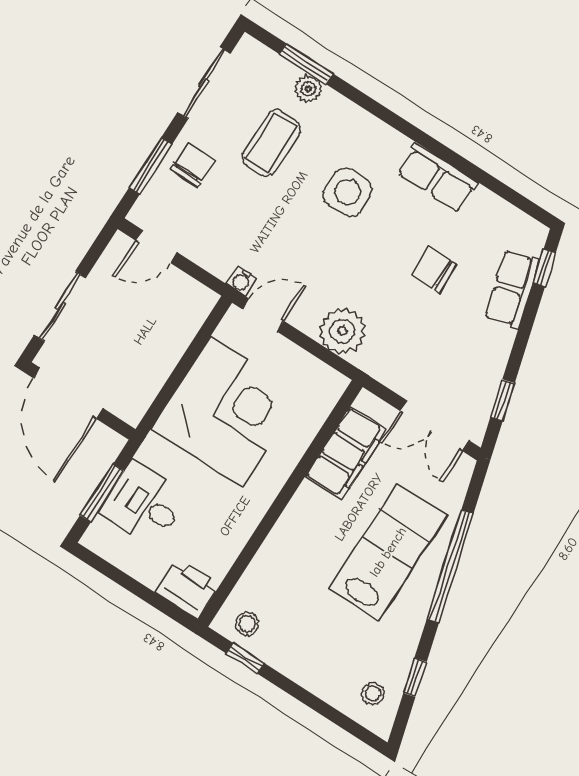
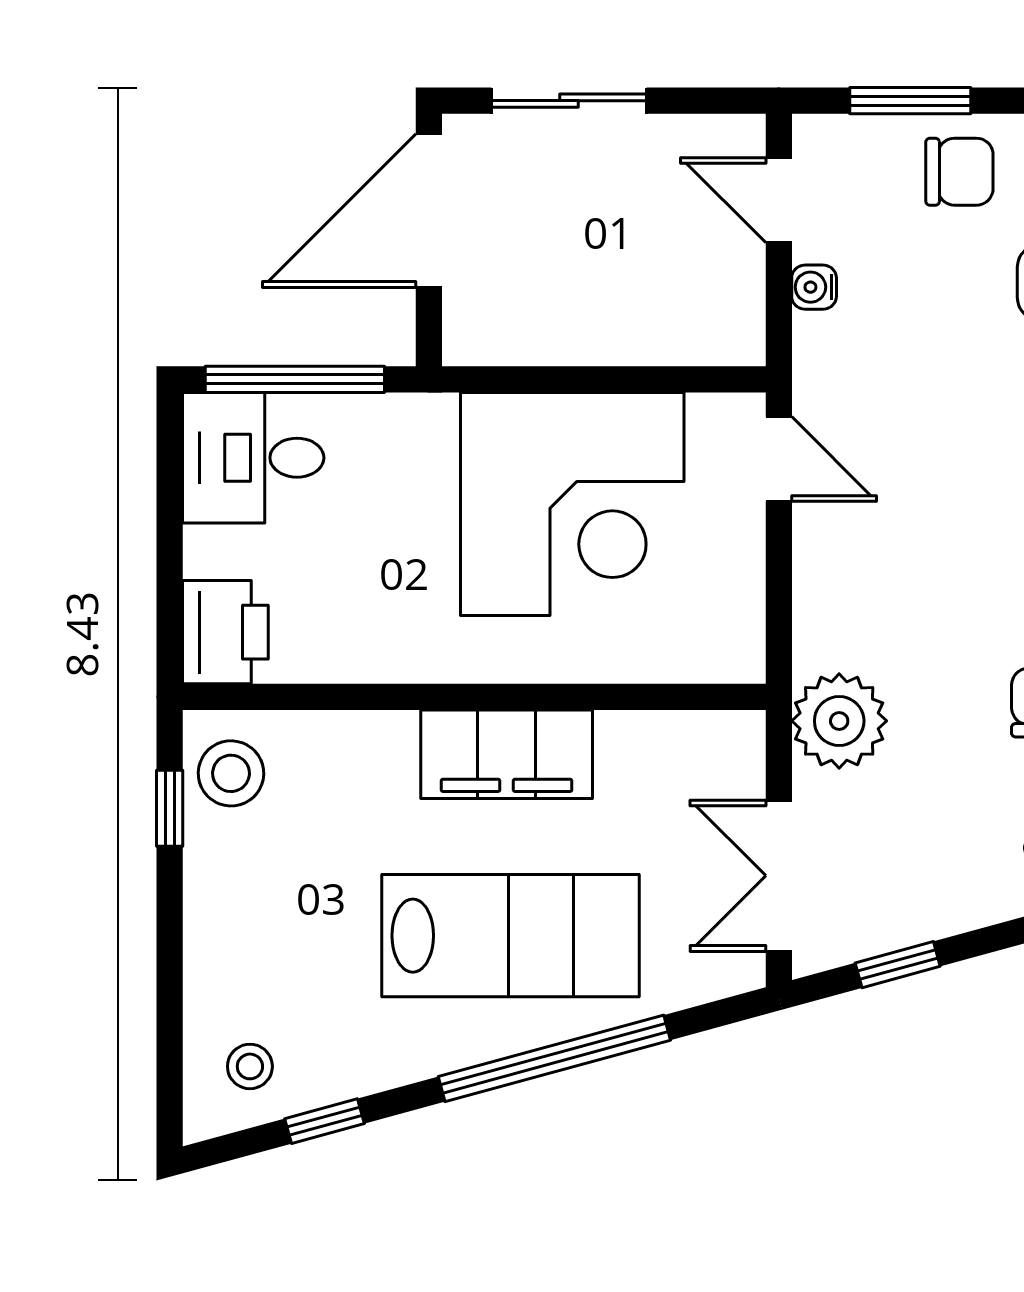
water cooler: (242, 281) -> (814, 287), moved
plant: (342, 331) -> (839, 721), moved
filing cabinet: (346, 453) -> (507, 754), moved
window: (102, 493) -> (295, 379), width x1.44
desk: (144, 504) -> (253, 458), moved, turned -90
stool: (247, 624) -> (231, 773), width x1.37, depth x1.37

